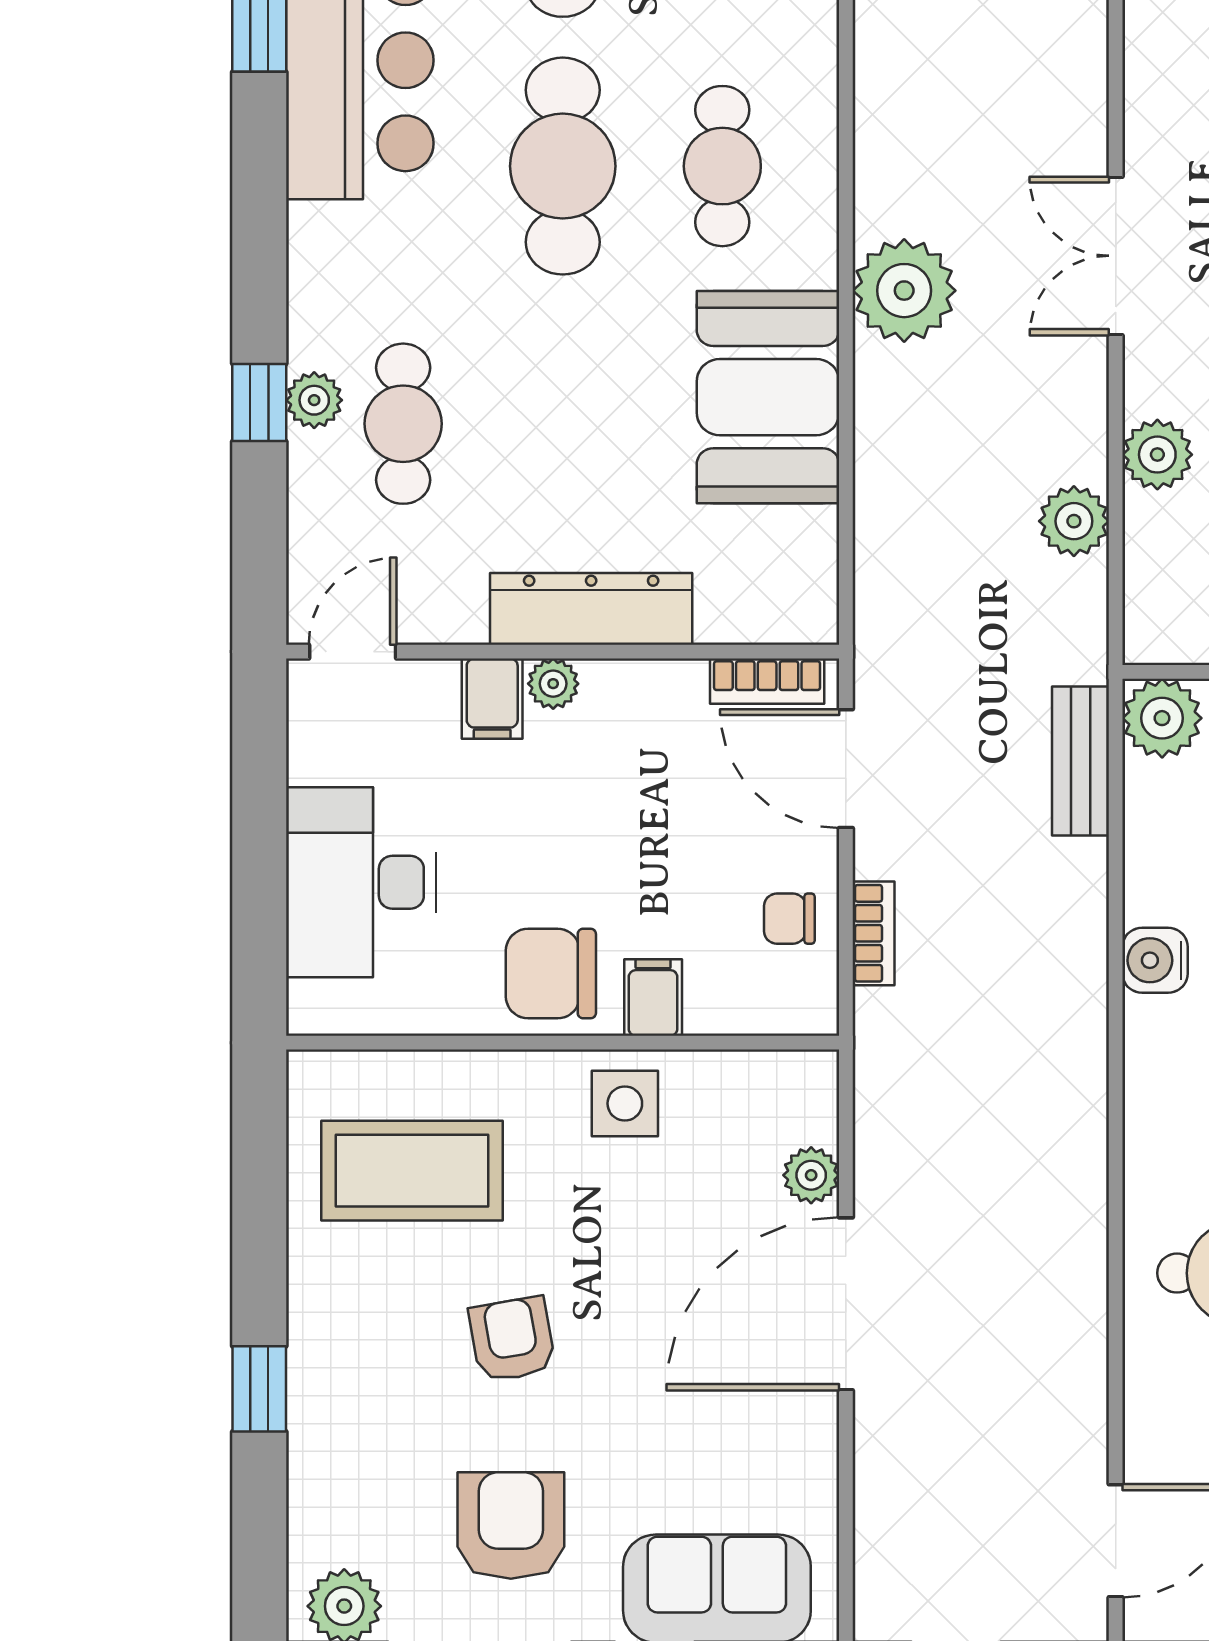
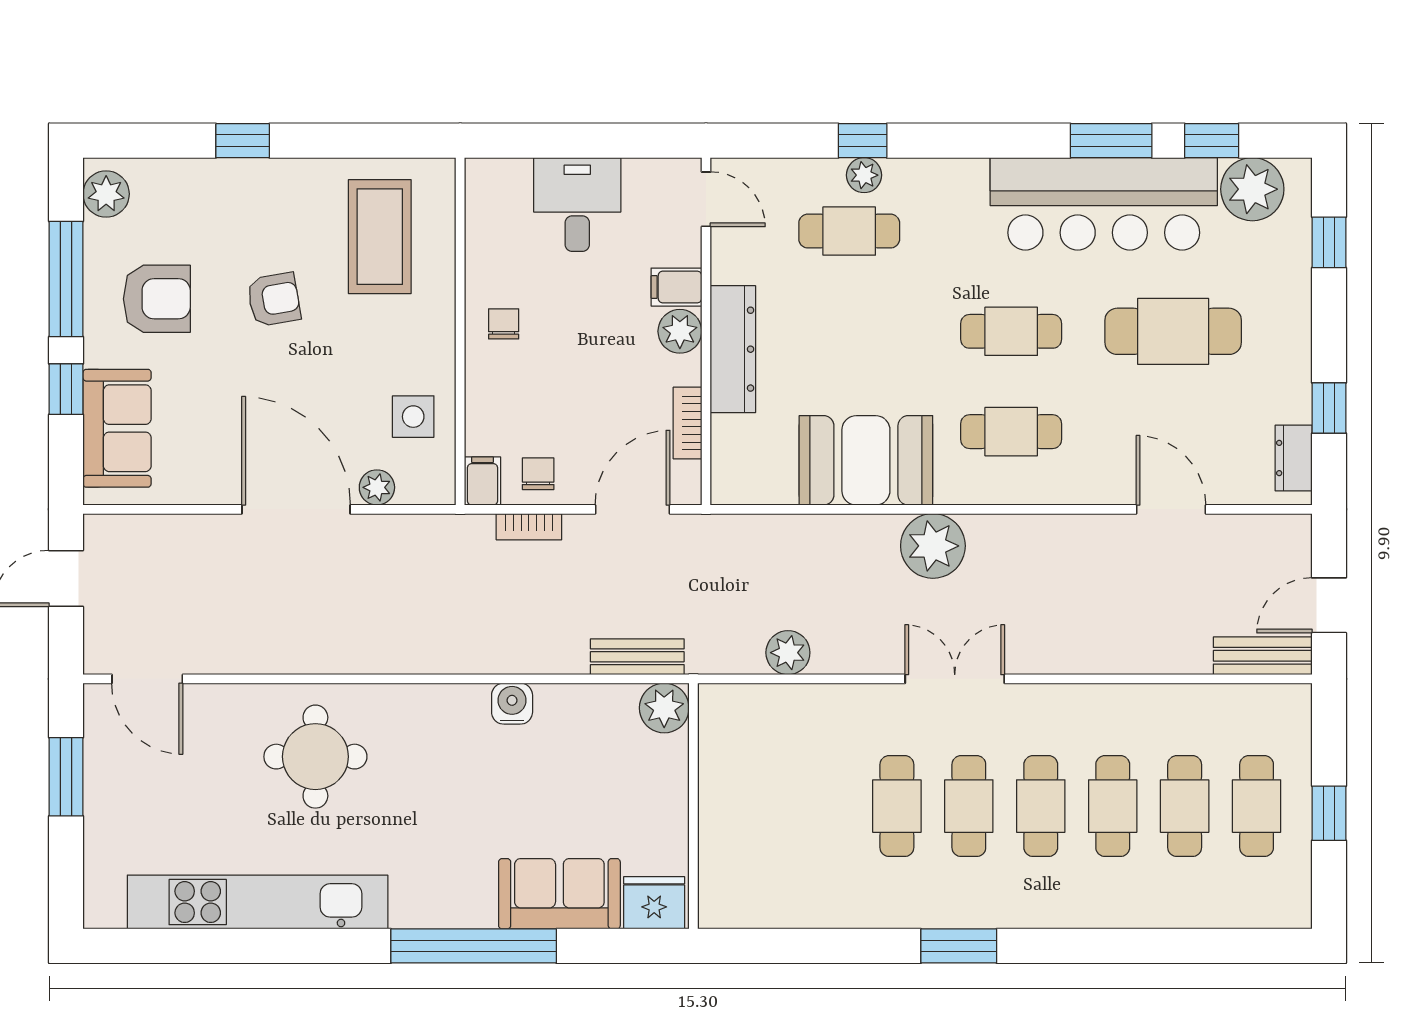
cafe table: (563, 166) -> (1011, 331), width x0.73, depth x0.74
plant: (1157, 455) -> (830, 705), removed
bookcase: (767, 681) -> (687, 423), moved
plant: (553, 684) -> (680, 331), width x1.38, depth x1.38
desk: (361, 882) -> (577, 205), width x0.73
chair: (551, 974) -> (504, 324), width x0.54, depth x0.54
filing cabinet: (653, 998) -> (483, 481), moved, turned -90
side table: (625, 1103) -> (413, 417), moved

